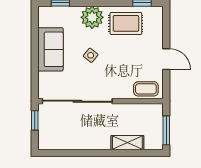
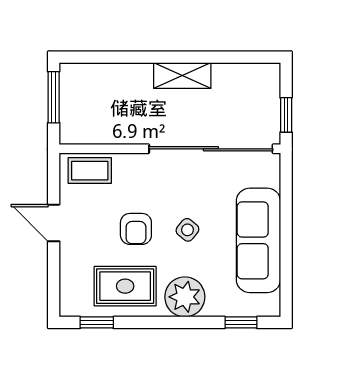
sofa: (50, 49) -> (258, 240), width x1.36
armchair: (120, 56) -> (136, 229), added
shelving: (127, 143) -> (182, 76), moved

